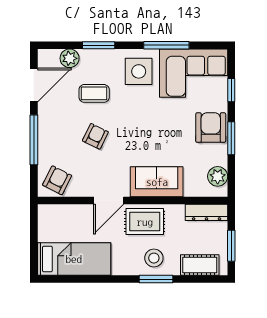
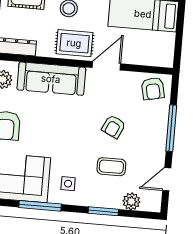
side table: (139, 71) -> (68, 184), width x0.54, depth x0.54
door: (34, 85) -> (167, 179), width x0.73
armchair: (57, 180) -> (153, 89), turned -39
sofa: (157, 182) -> (51, 79), width x1.36

